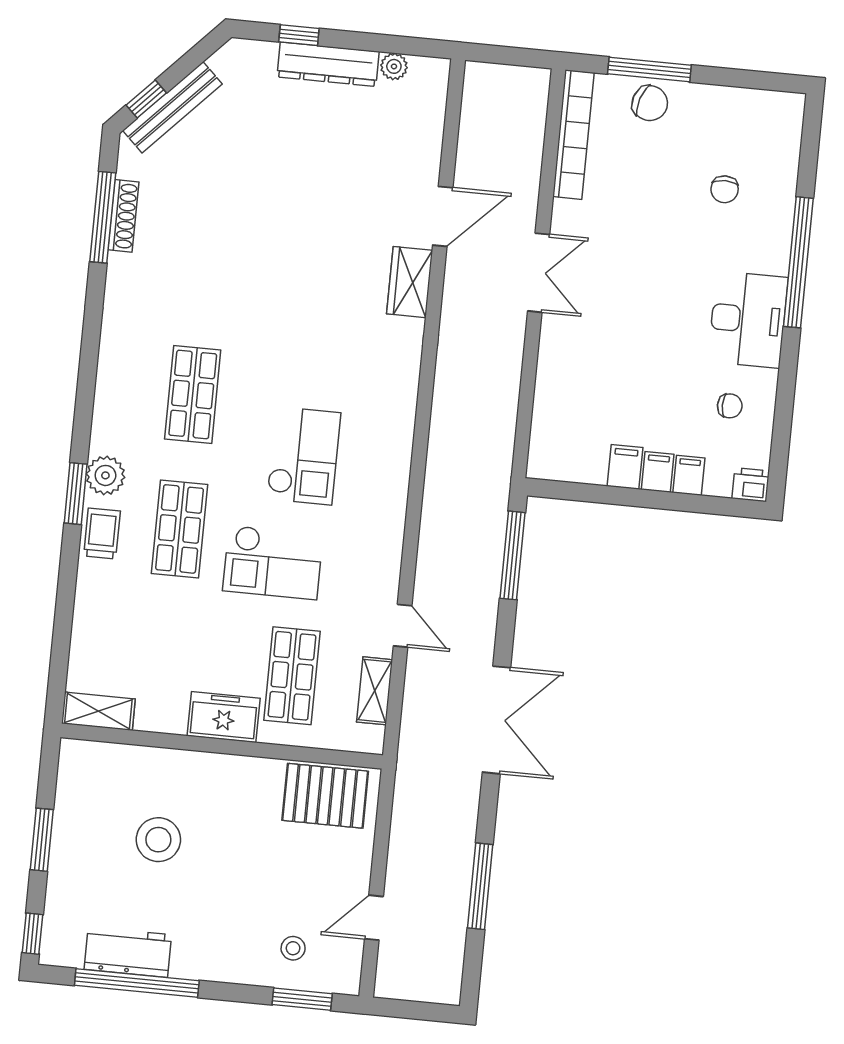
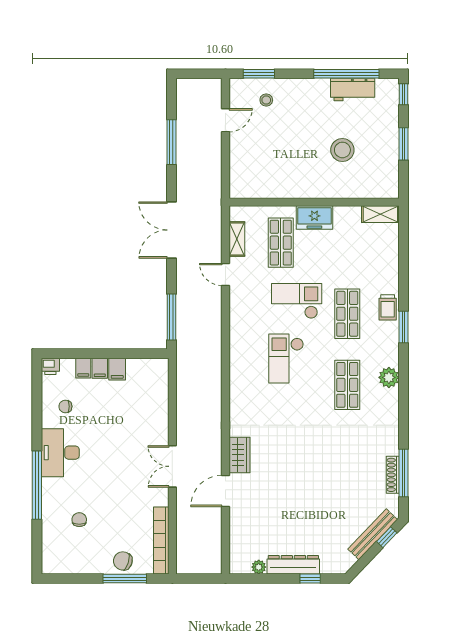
plant: (105, 475) -> (389, 377), moved
pallet: (325, 796) -> (257, 182), removed

